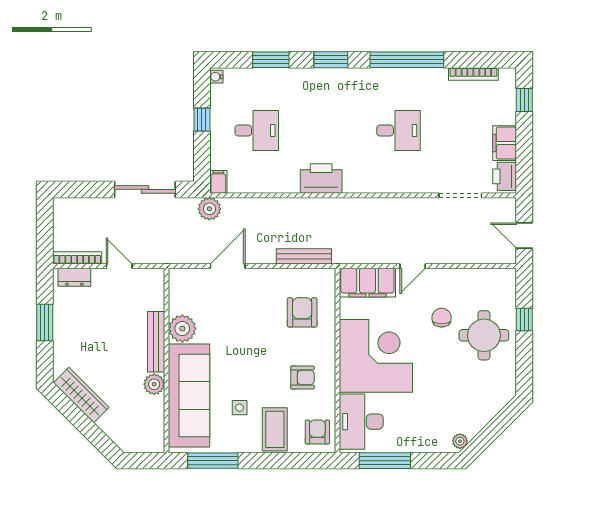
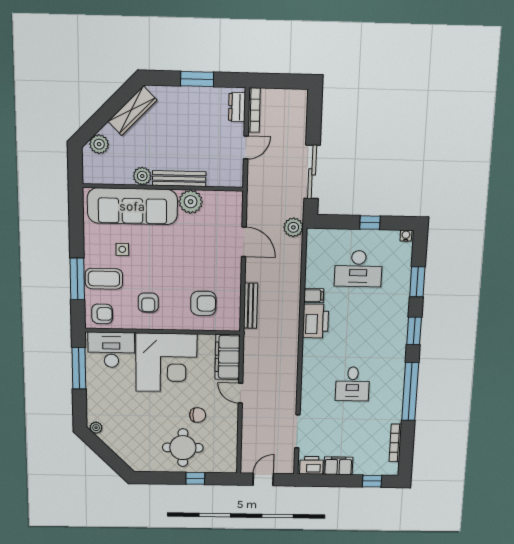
desk: (257, 130) -> (358, 269), width x1.37
filing cabinet: (218, 182) -> (314, 296), moved
plant: (119, 433) -> (99, 144), added
window: (213, 461) -> (77, 279), moved

